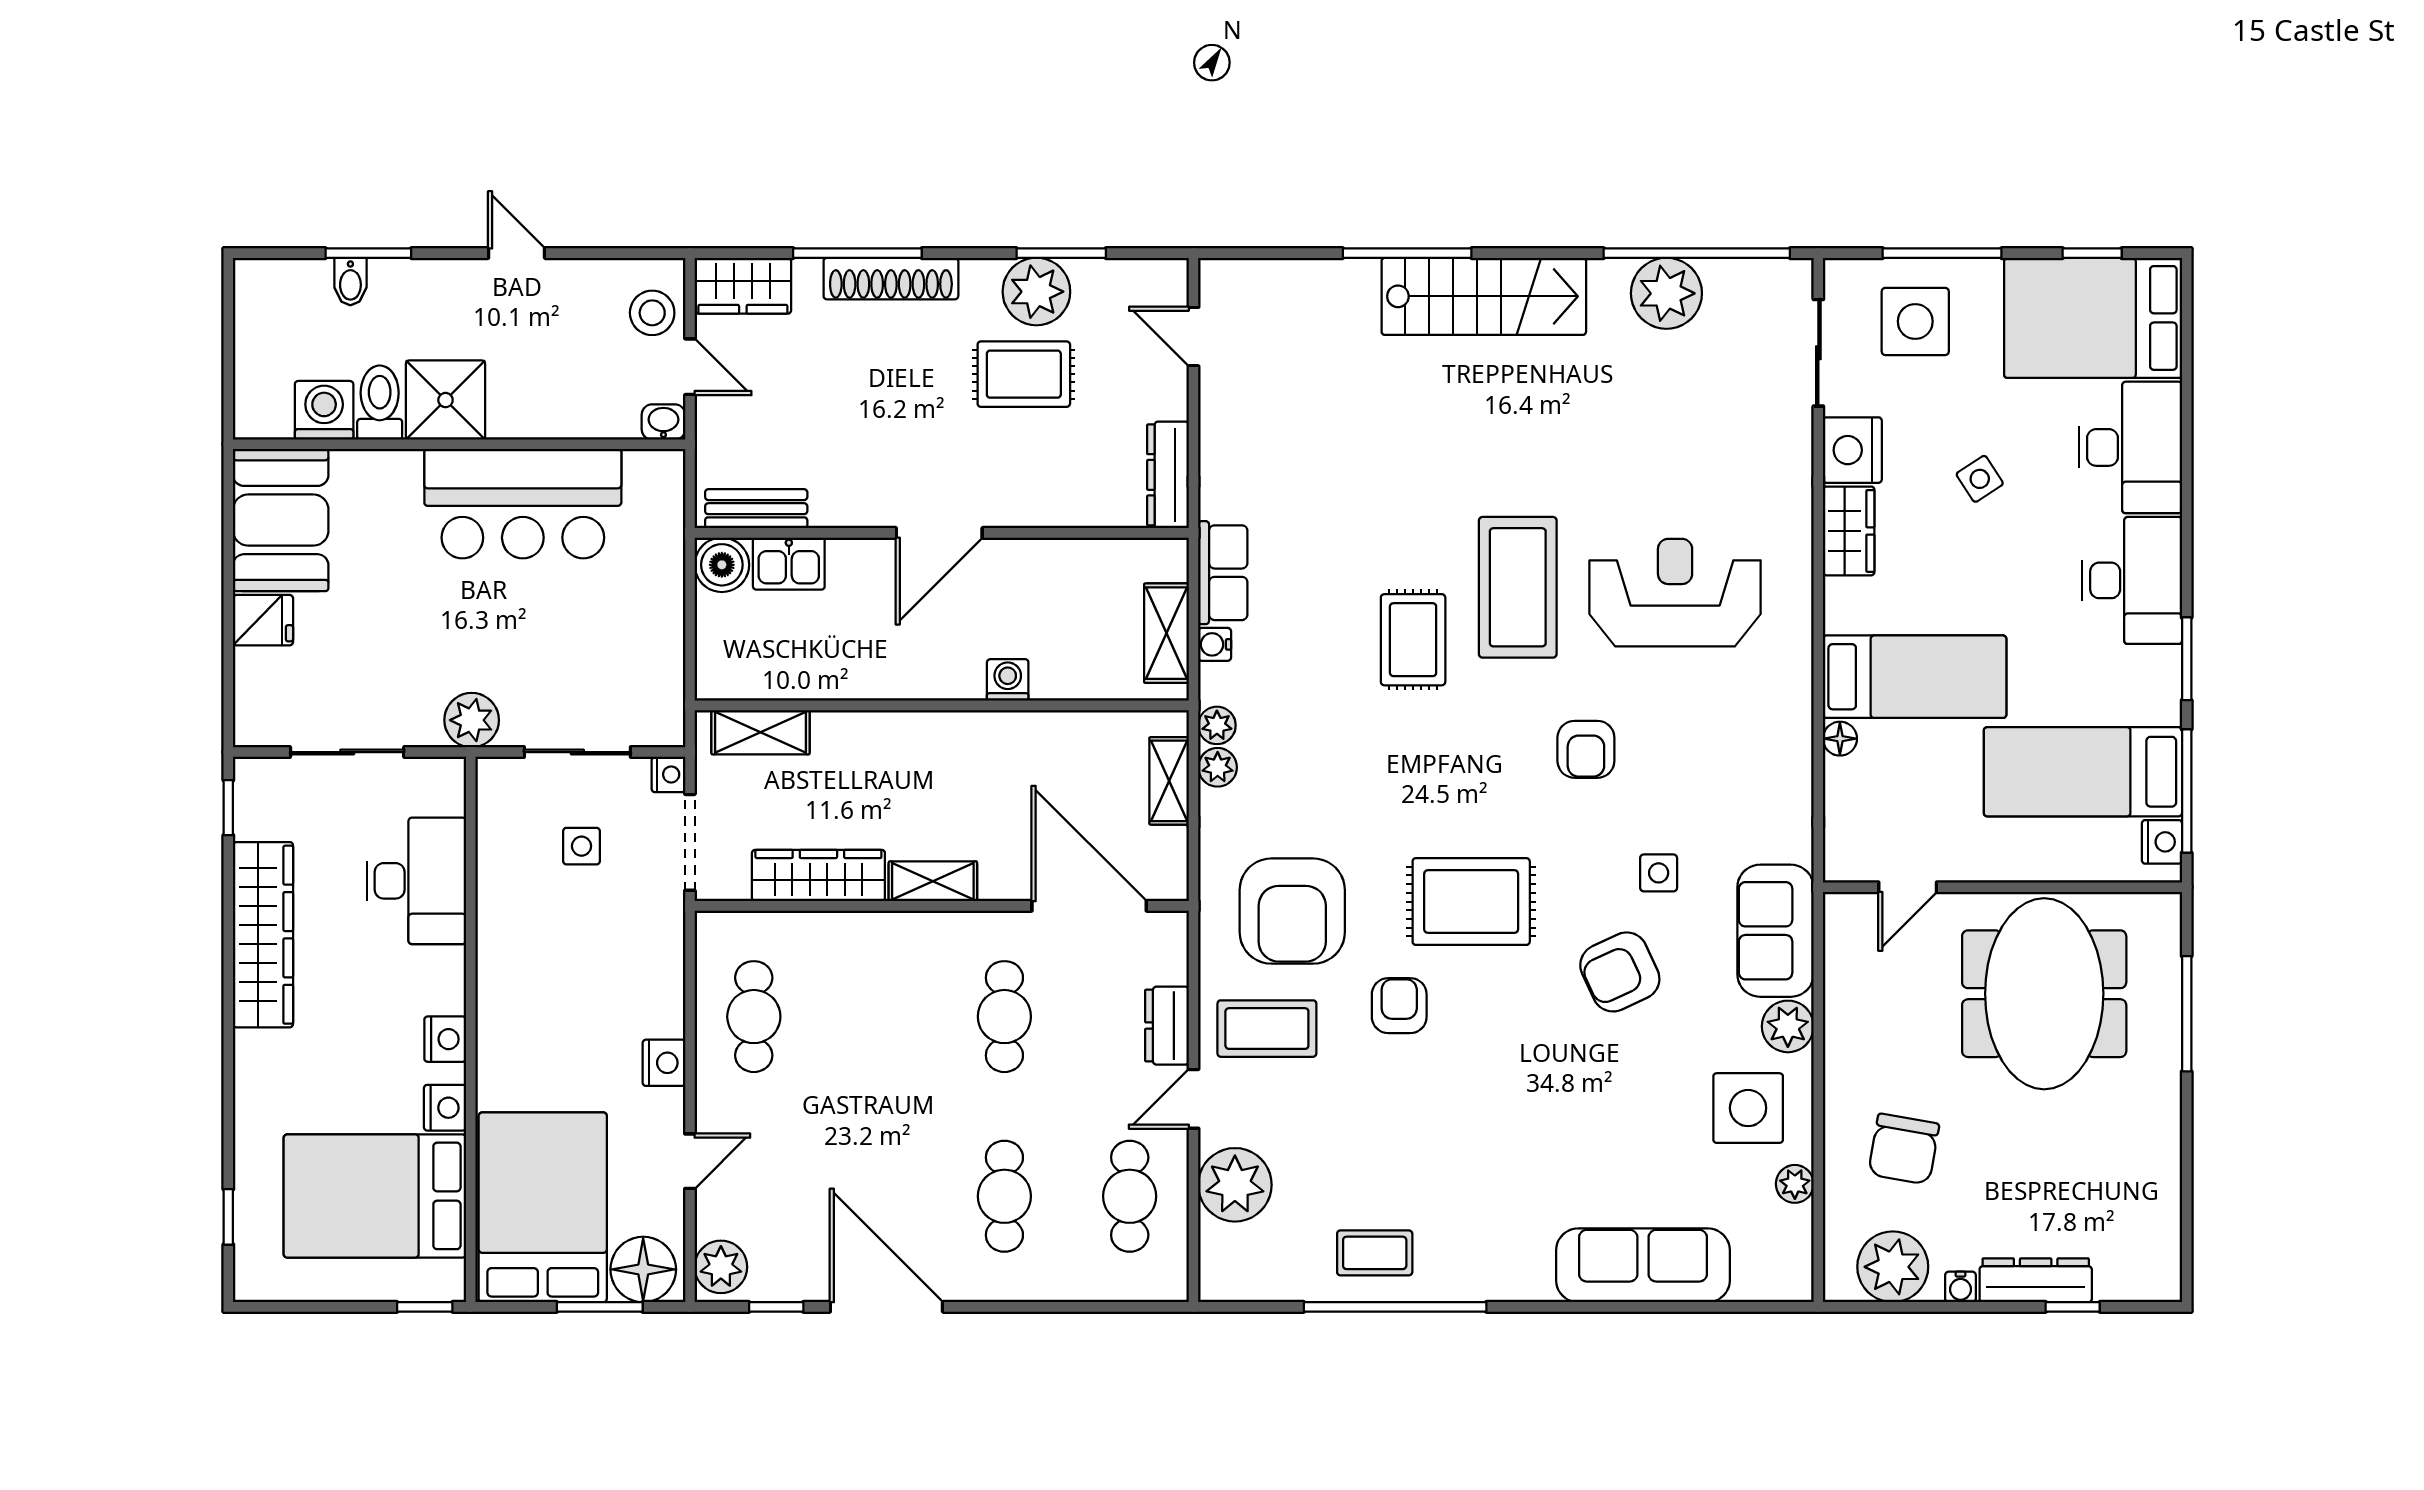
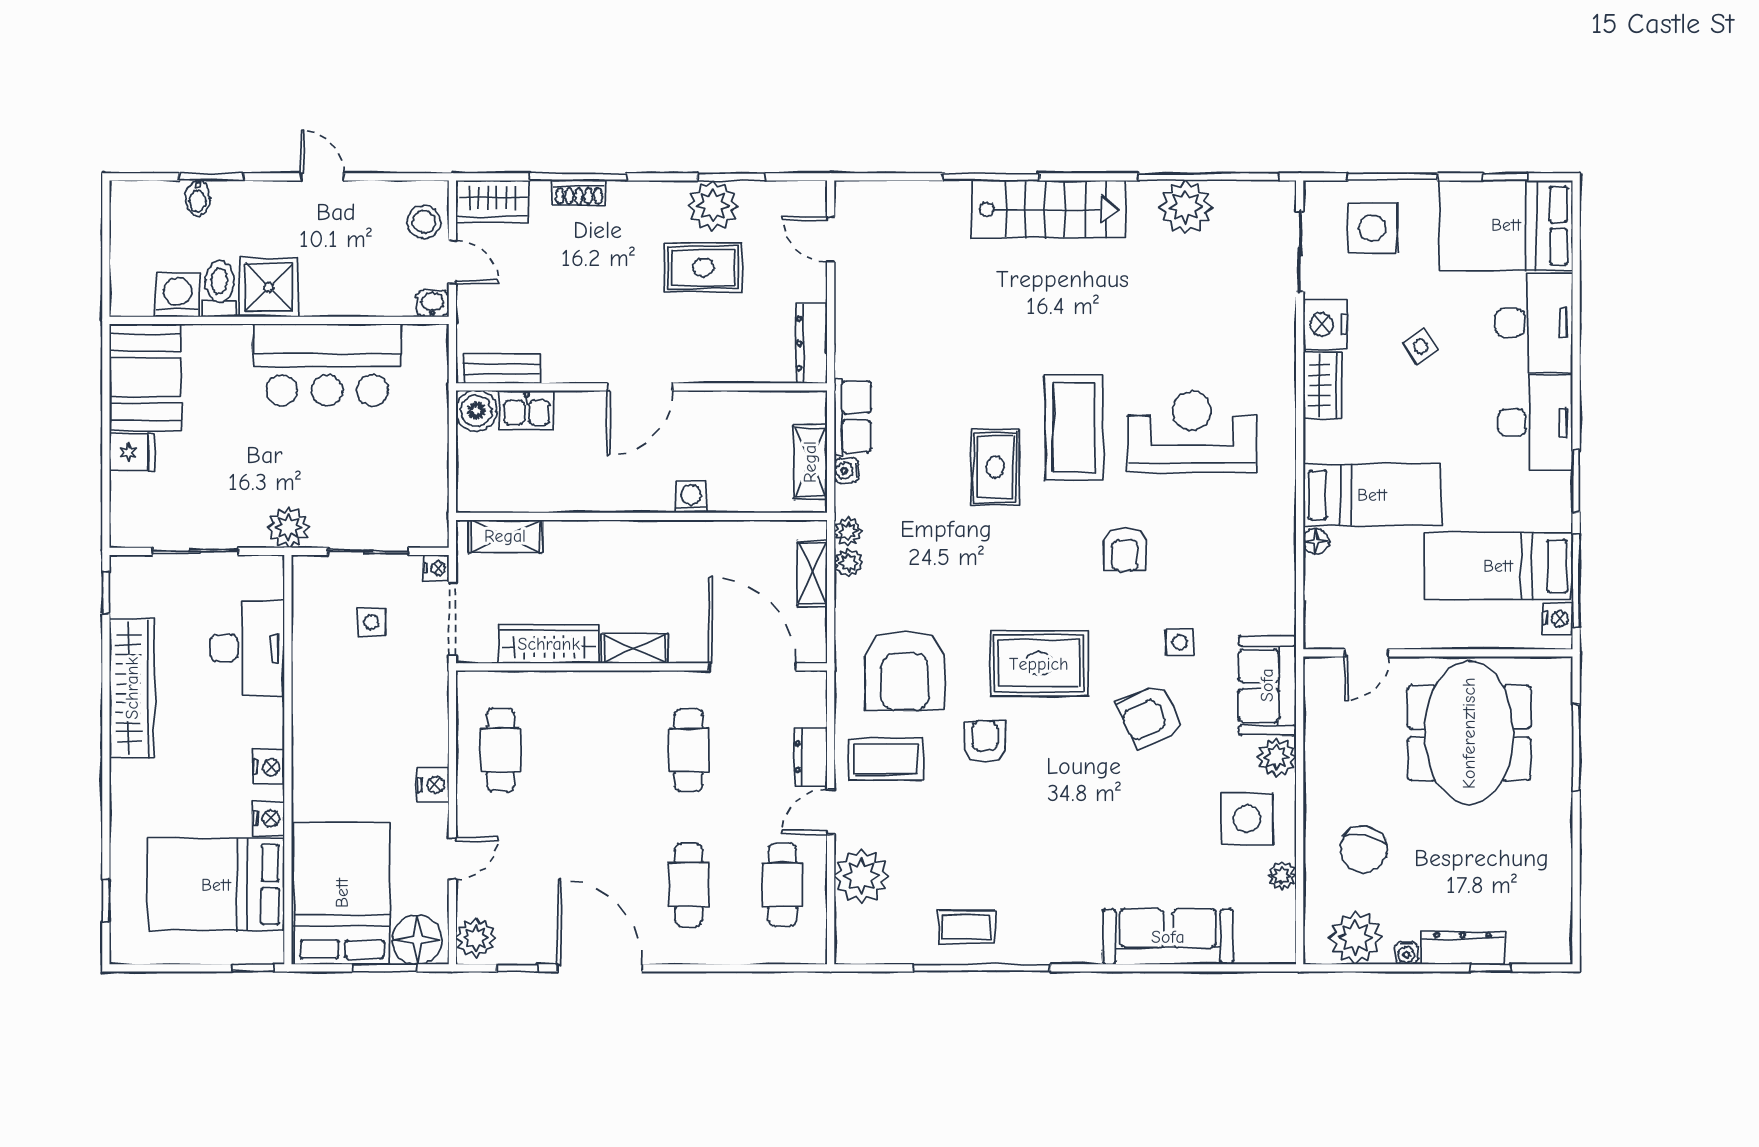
shoe rack: (891, 279) -> (579, 193), width x0.51, depth x0.81

